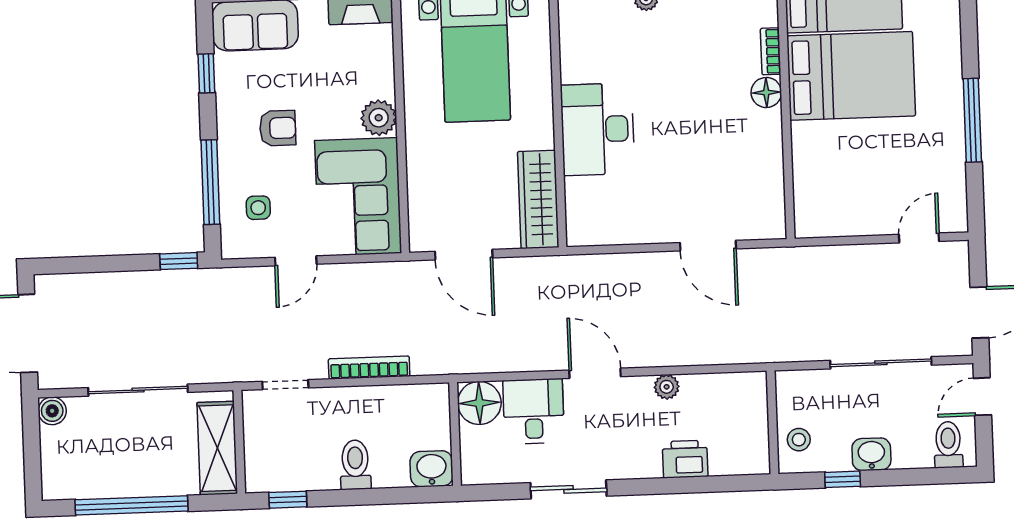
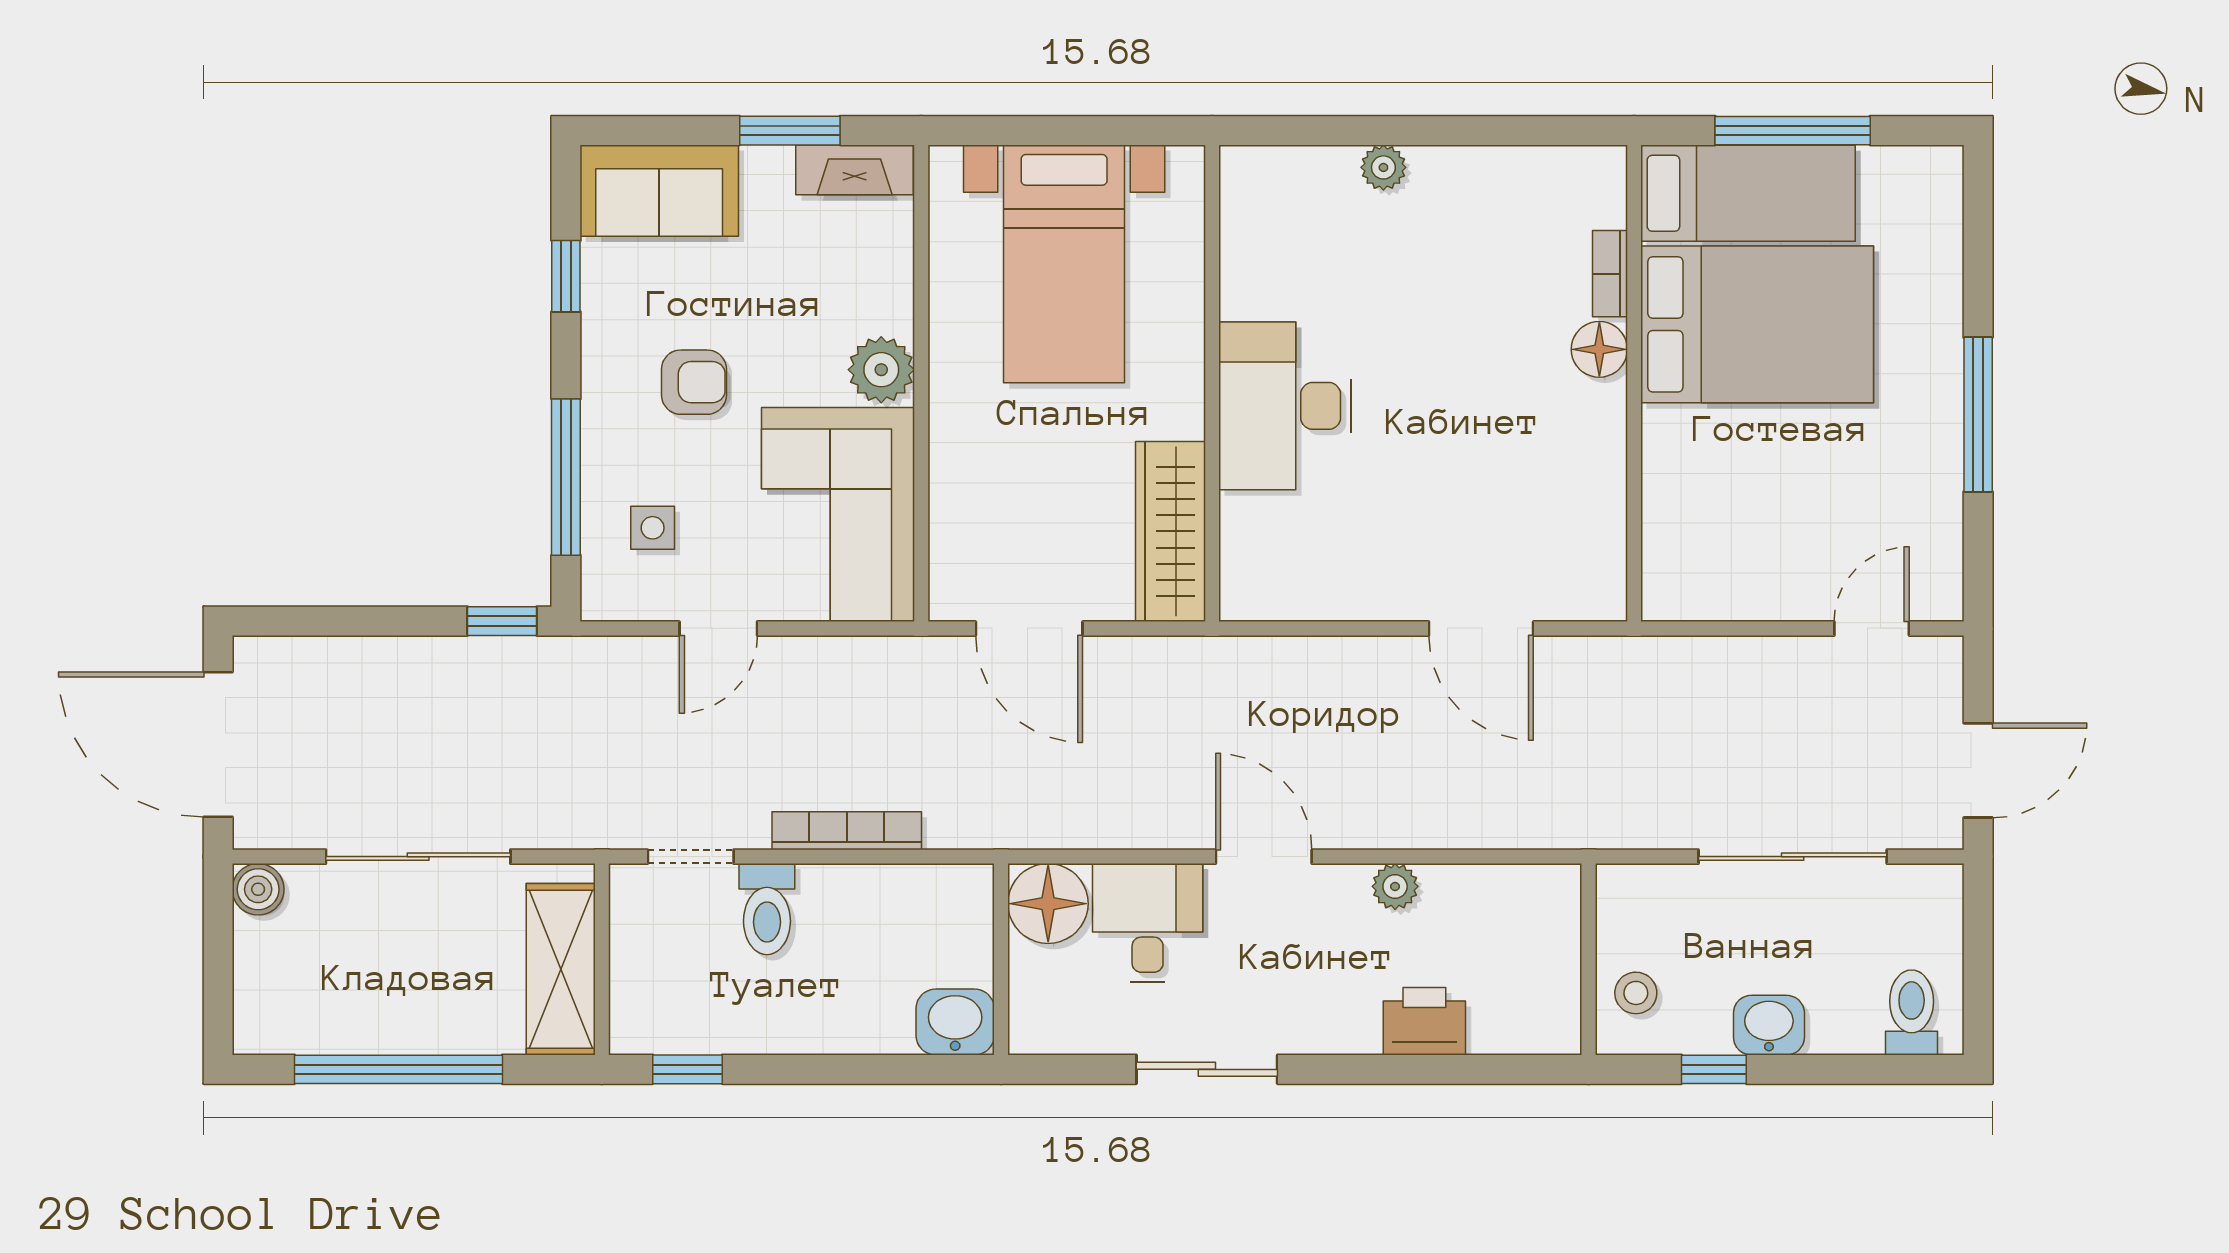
door: (982, 397) -> (1978, 926), removed
toilet: (355, 465) -> (767, 909), moved, turned 180

